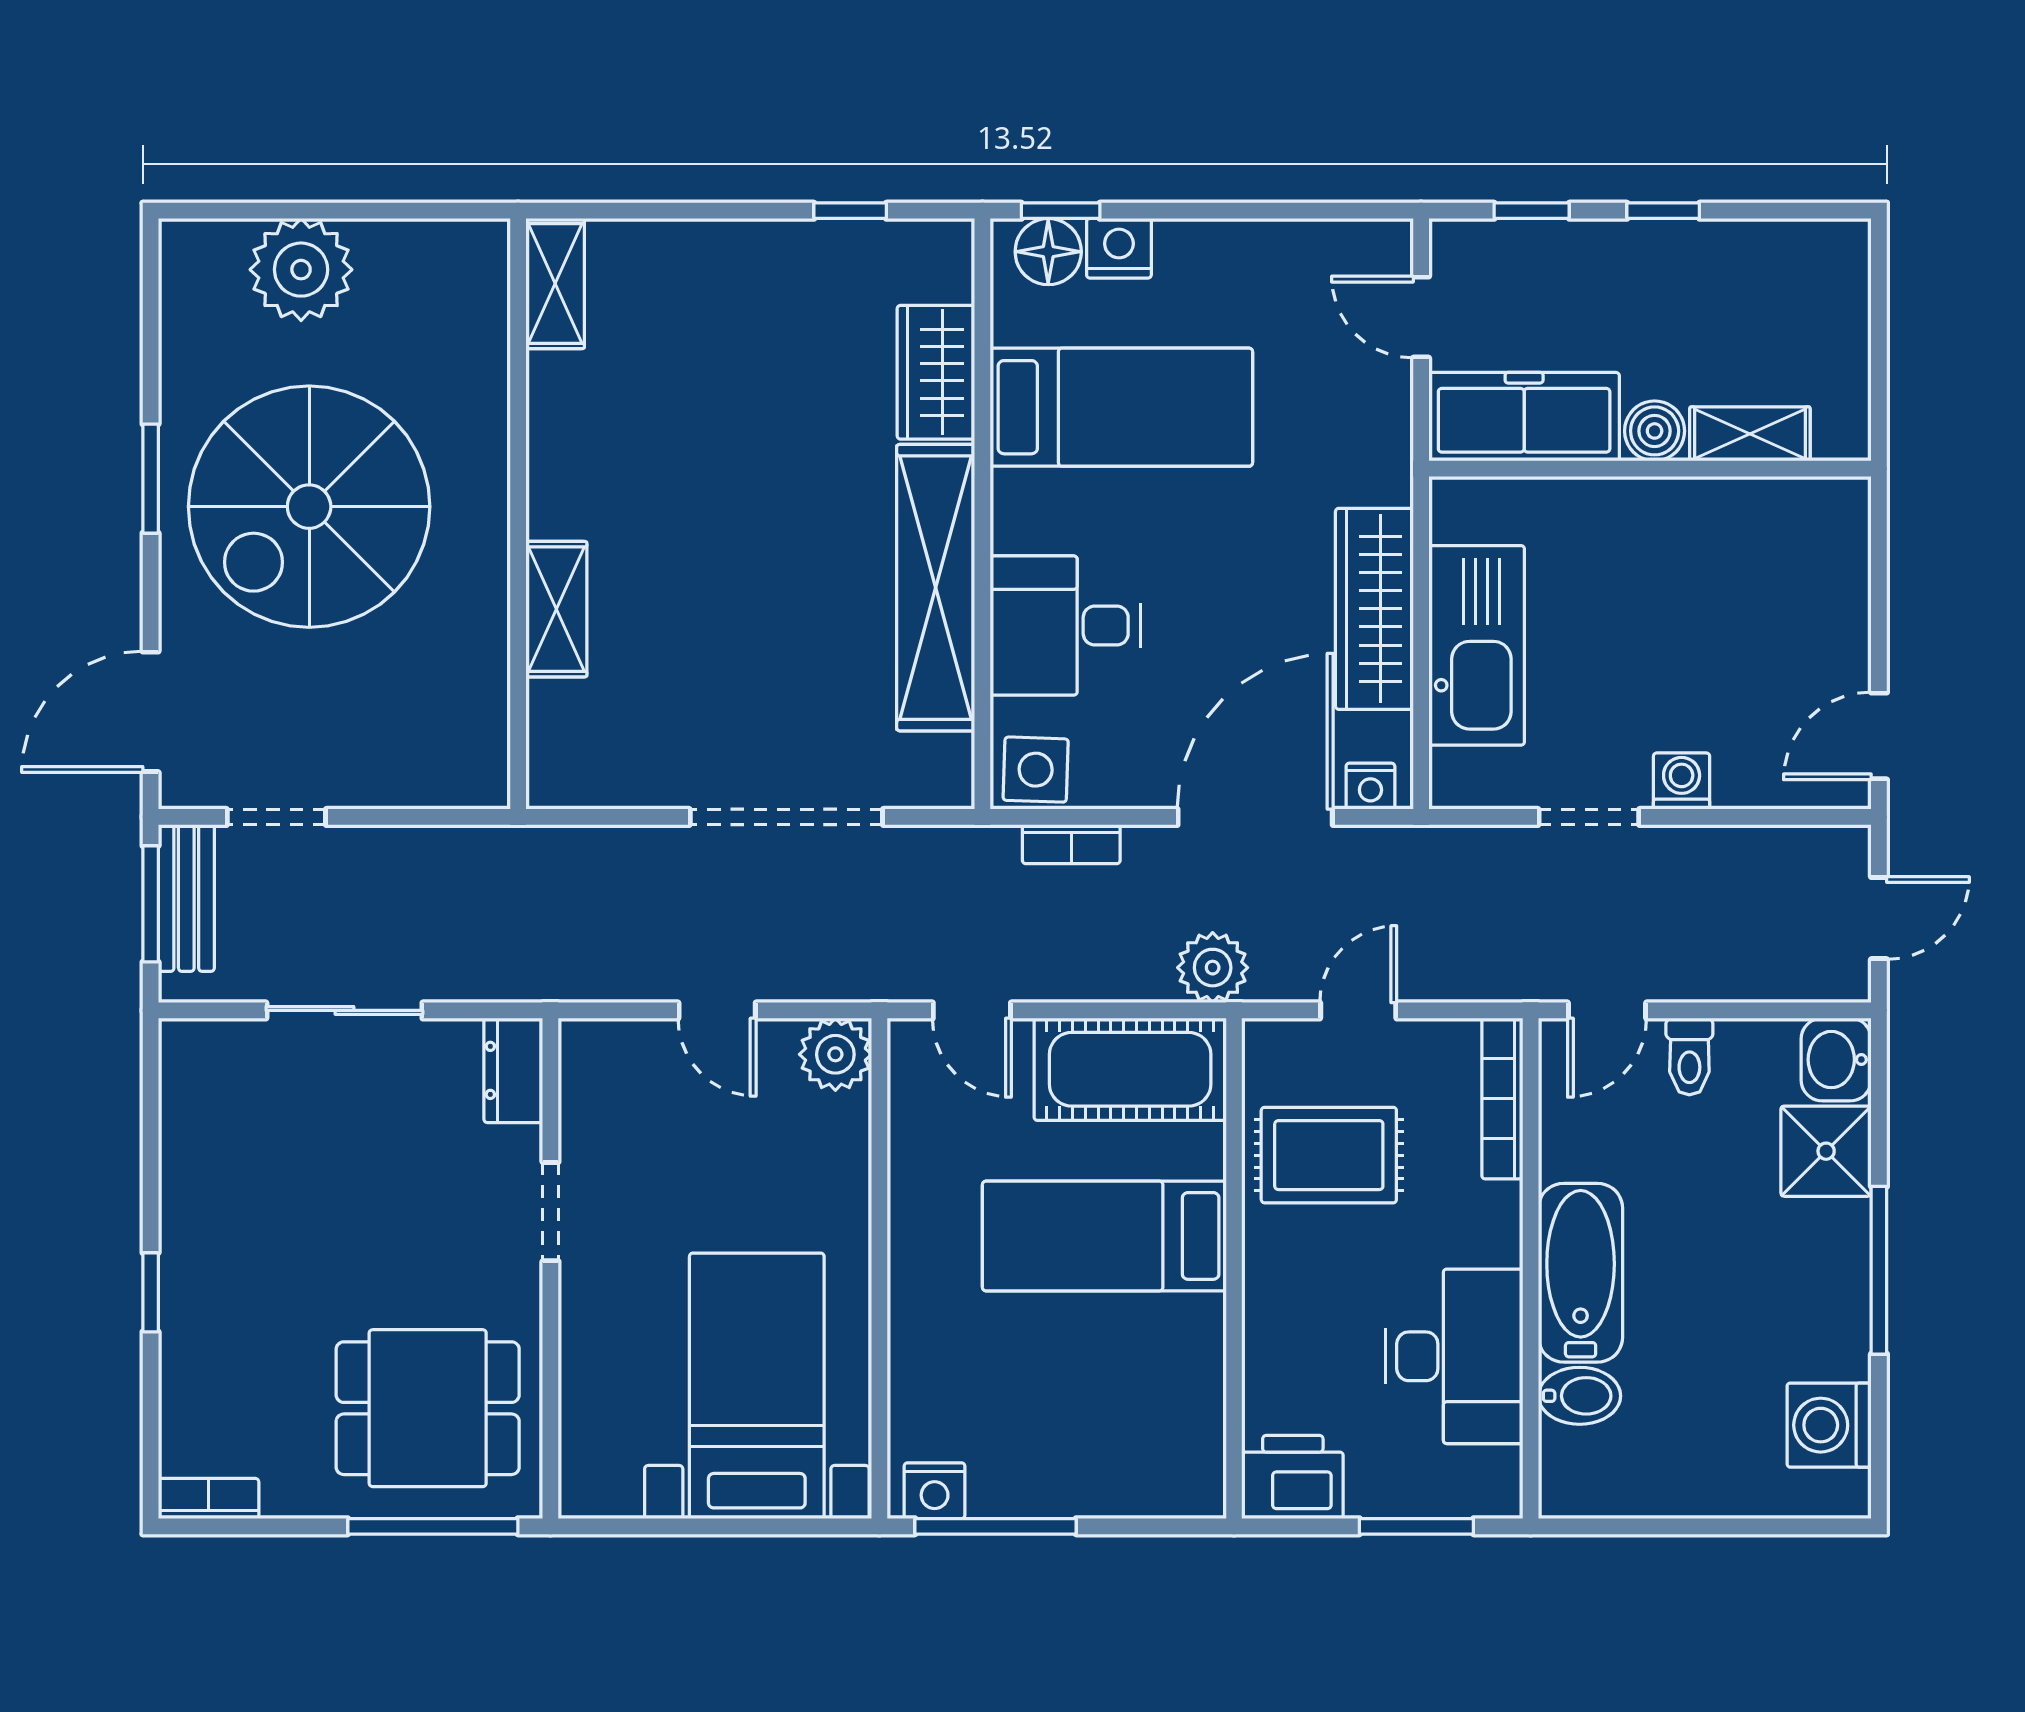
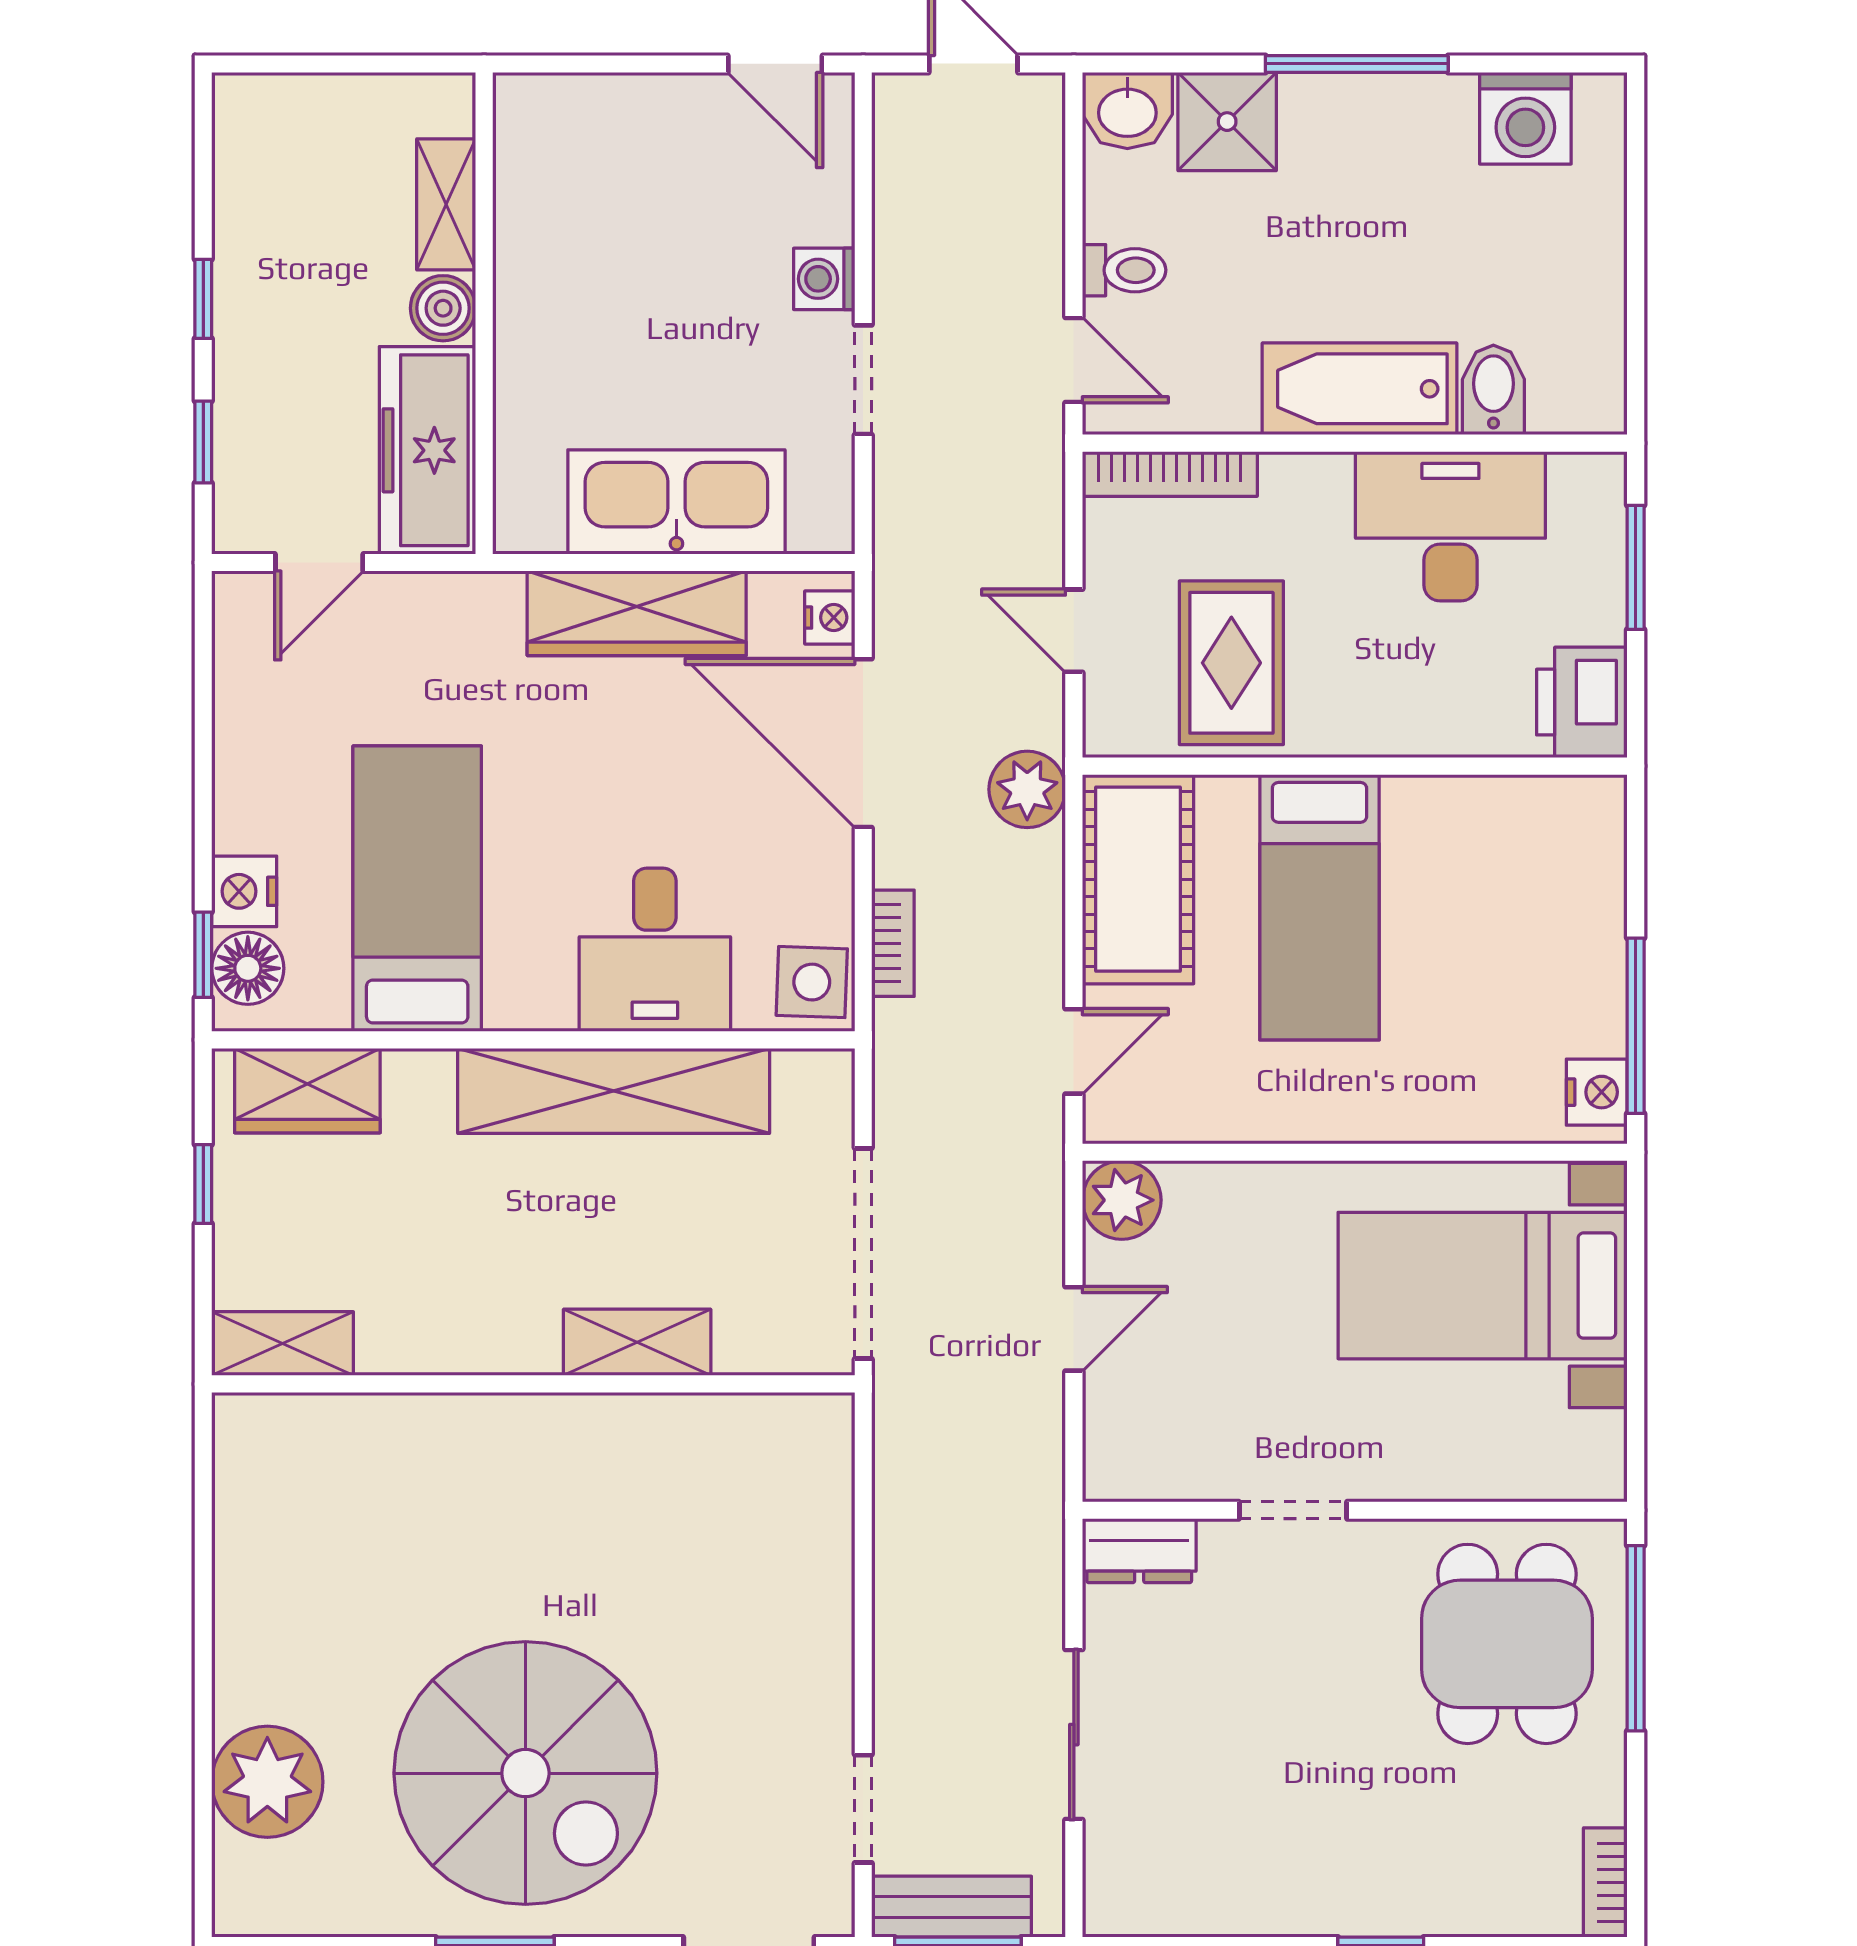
shelving: (555, 284) -> (283, 1344), moved
wardrobe: (936, 372) -> (307, 1091), moved
wall: (518, 514) -> (533, 1384), moved
shelving: (556, 609) -> (637, 1342), moved

